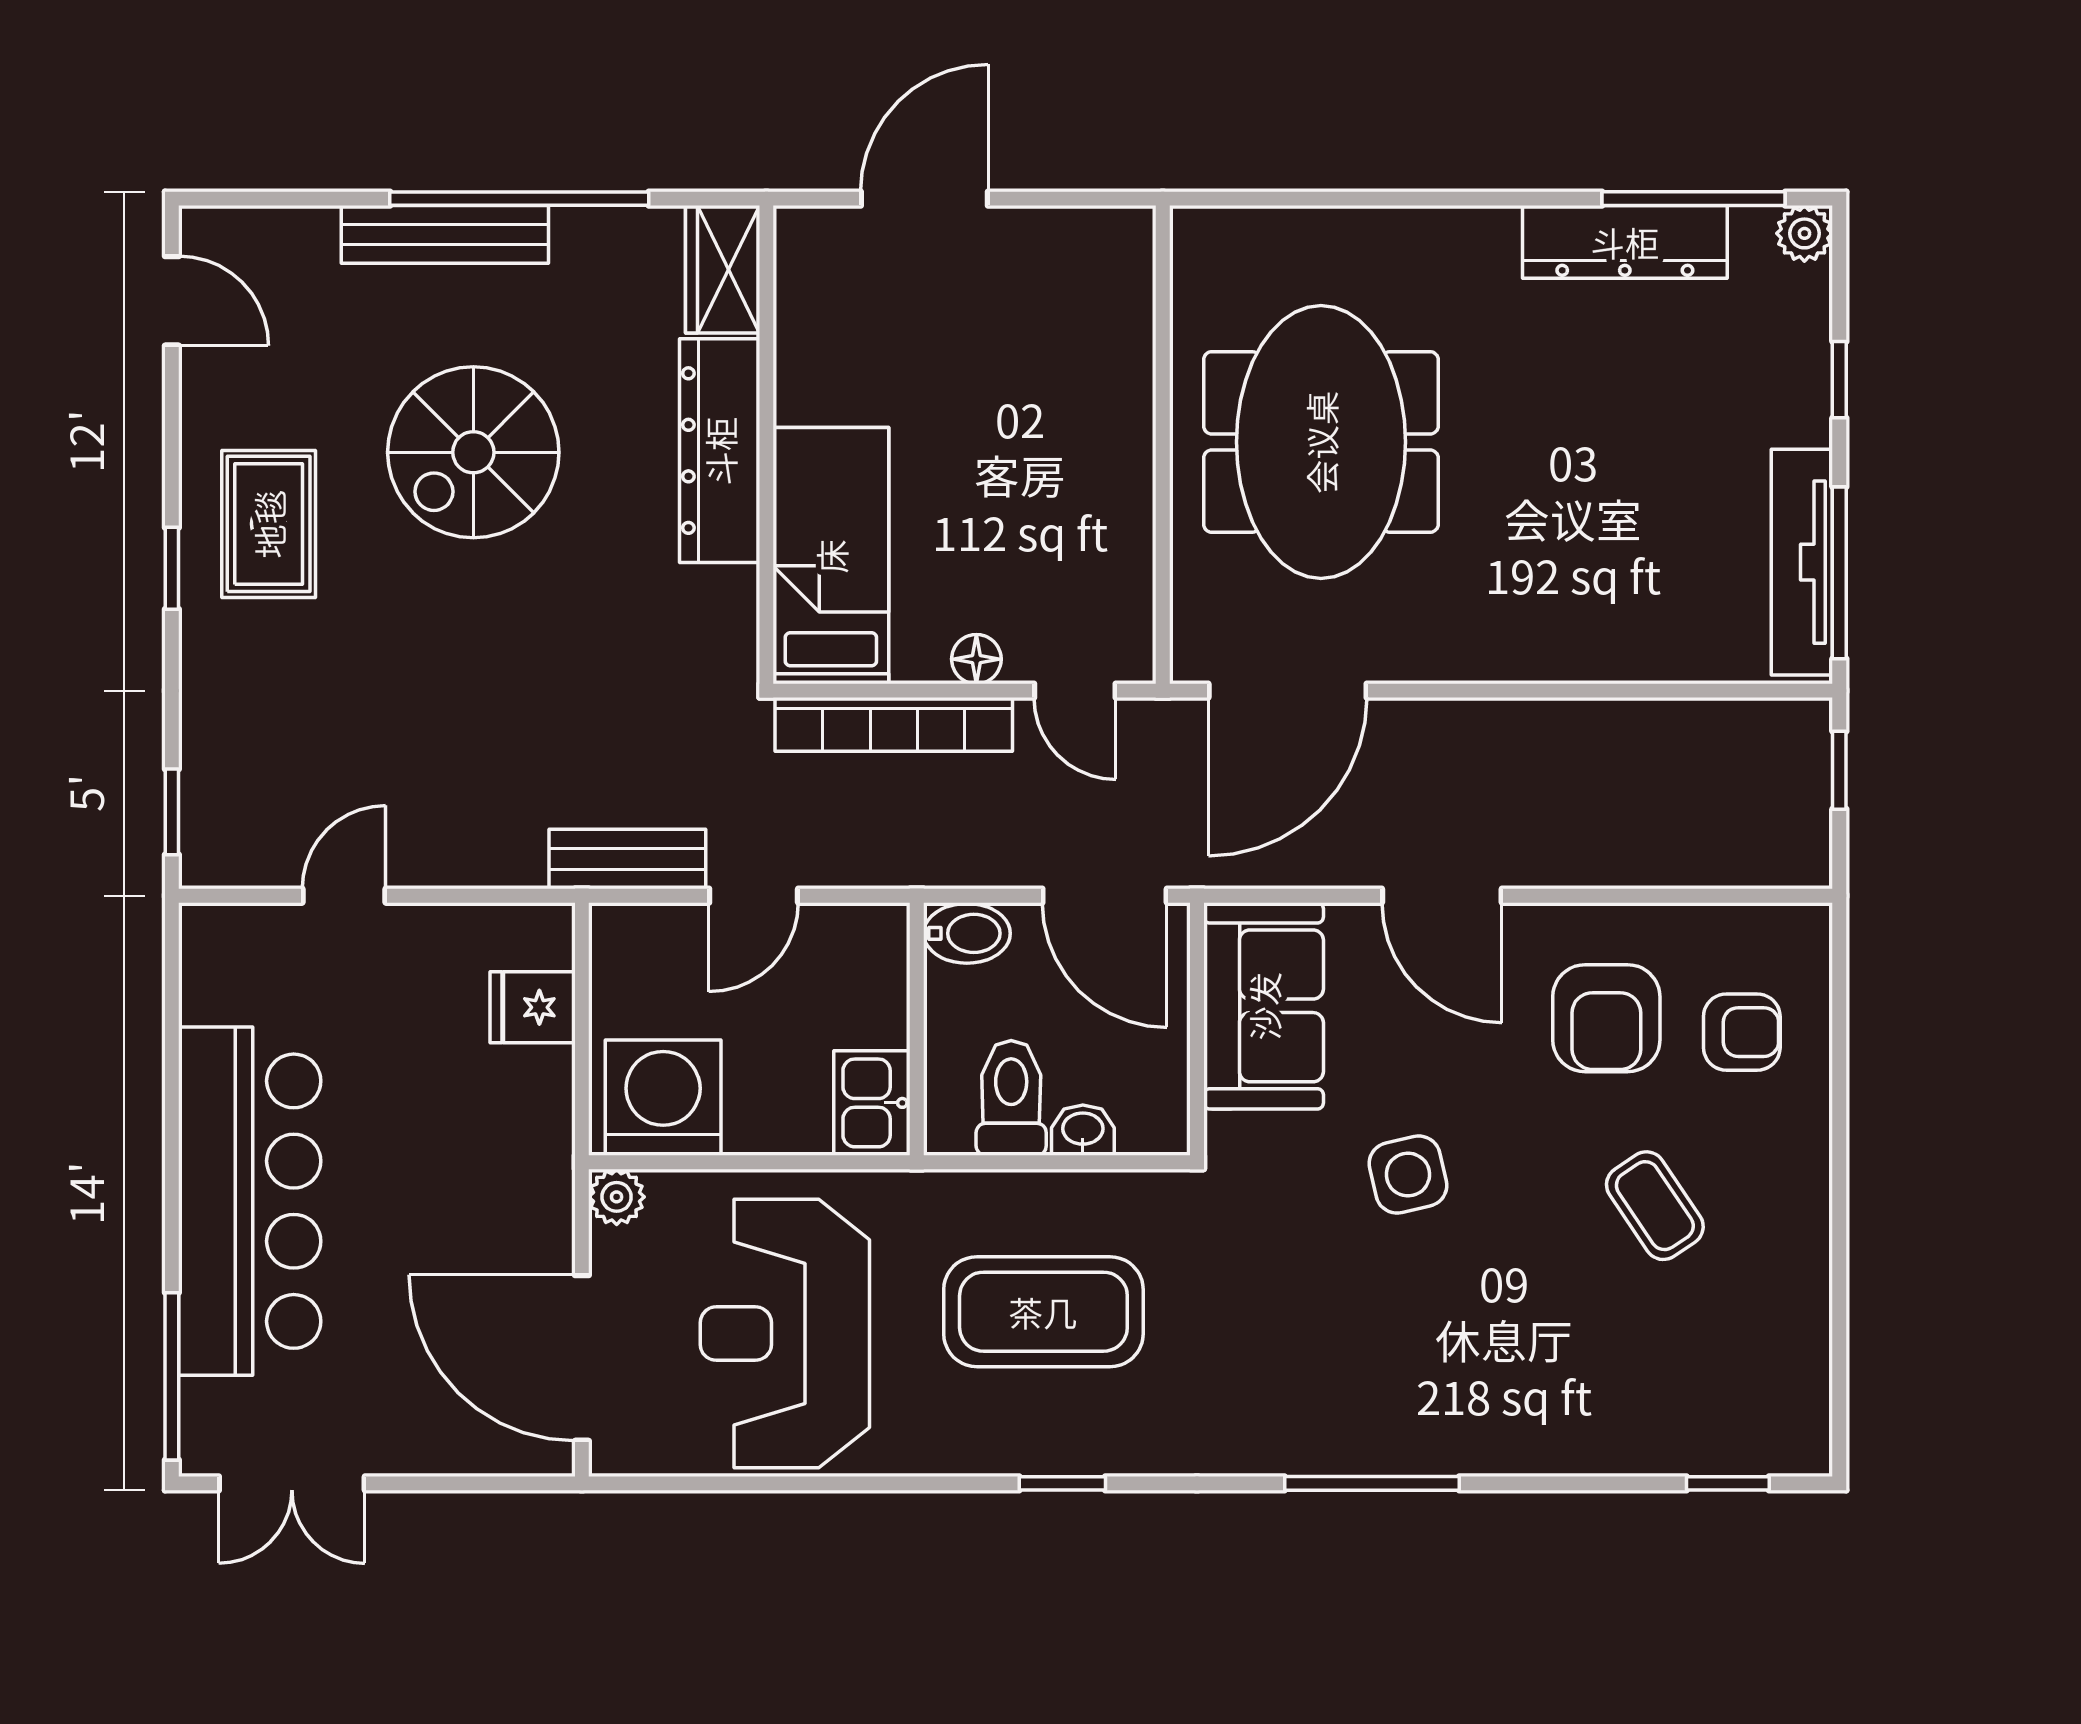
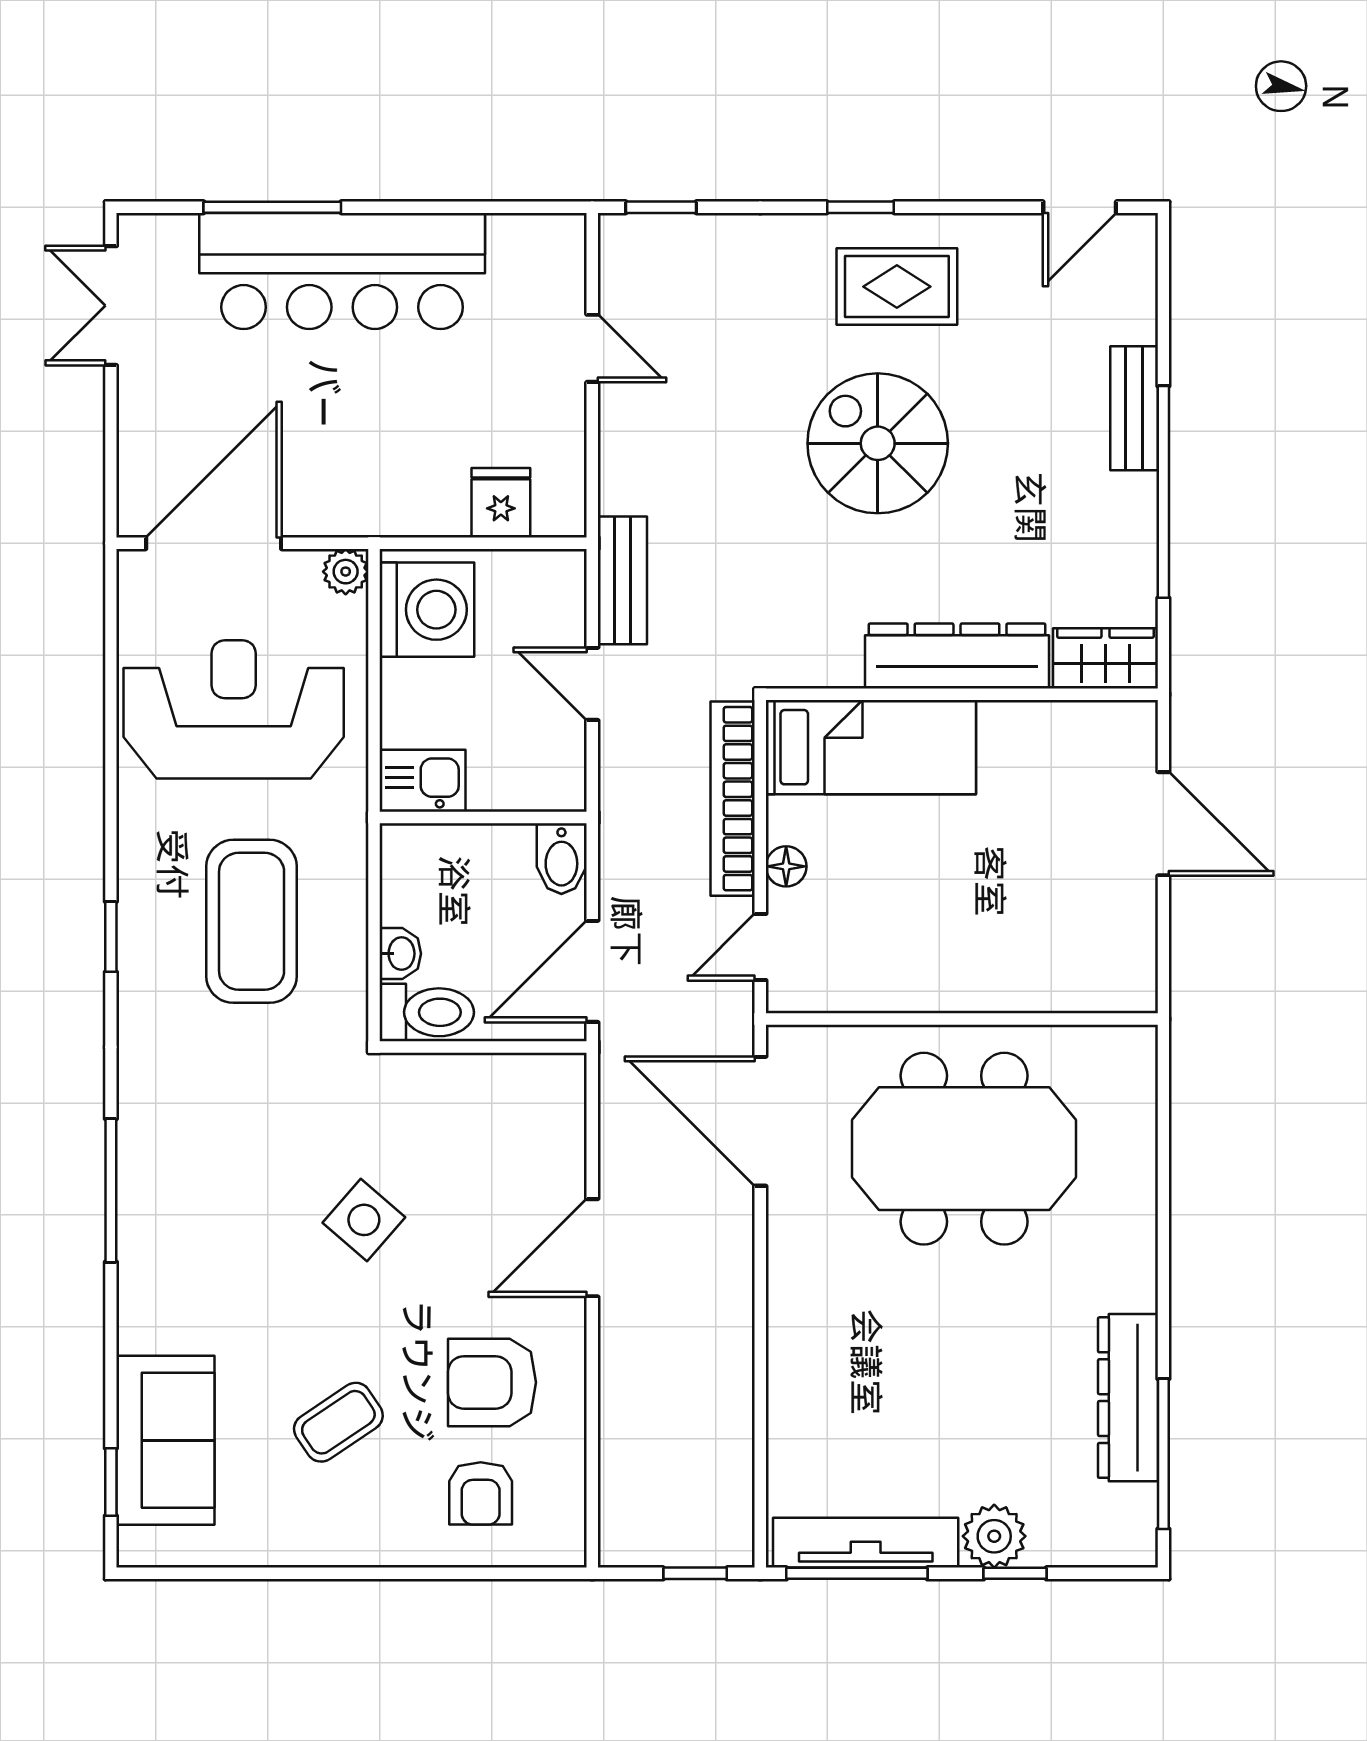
plant: (1804, 233) -> (994, 1536), moved, width x1.38, depth x1.38
bench: (445, 234) -> (1134, 408), width x0.73
spiral stairs: (473, 452) -> (878, 443), moved
sofa: (1264, 1006) -> (165, 1440), moved, turned -90
toilet: (1011, 1098) -> (427, 1012), moved
side table: (1408, 1175) -> (364, 1220), turned -36
window: (172, 1376) -> (272, 207), moved

